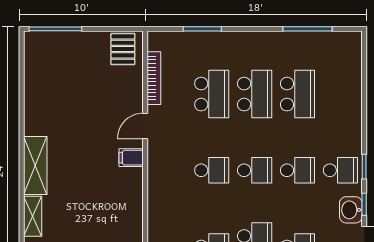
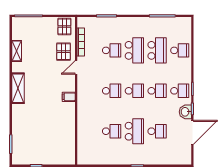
school desk: (212, 94) -> (112, 50), width x0.54
school desk: (340, 94) -> (180, 50), added
pallet: (121, 96) -> (64, 52), added
filing cabinet: (131, 158) -> (69, 97), moved
shelving: (33, 216) -> (17, 51), moved

